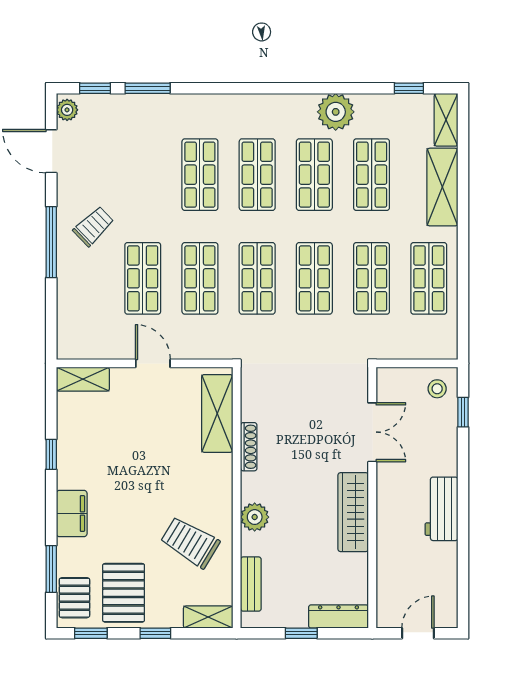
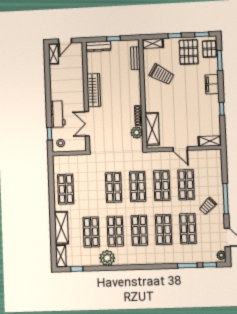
shop shelf: (372, 278) -> (188, 229), moved
workbench: (442, 509) -> (58, 114), moved
plant: (255, 517) -> (137, 133), moved
shelving: (447, 604) -> (53, 54), added

